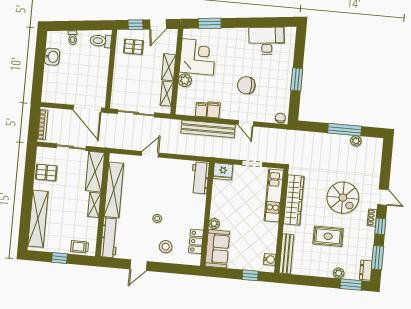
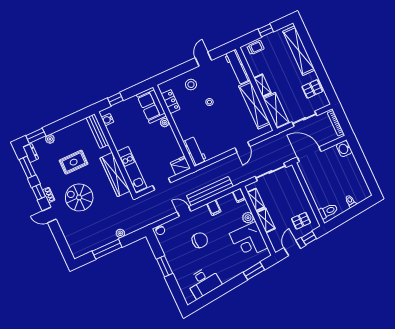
washbasin: (52, 57) -> (344, 149), moved
filing cabinet: (201, 110) -> (239, 195), moved
plant: (356, 141) -> (120, 233), moved

